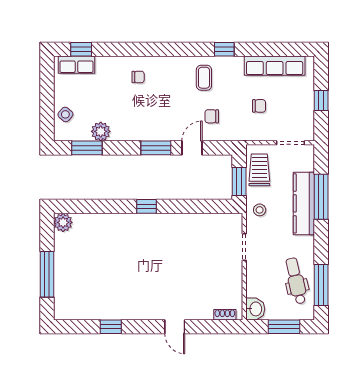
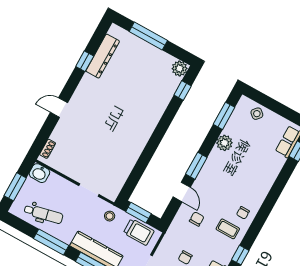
chair: (138, 77) -> (243, 213), moved
plant: (101, 131) -> (224, 143), moved
window: (146, 206) -> (183, 90), moved
window: (321, 285) -> (51, 242), moved
dresser: (95, 311) -> (103, 56), added

